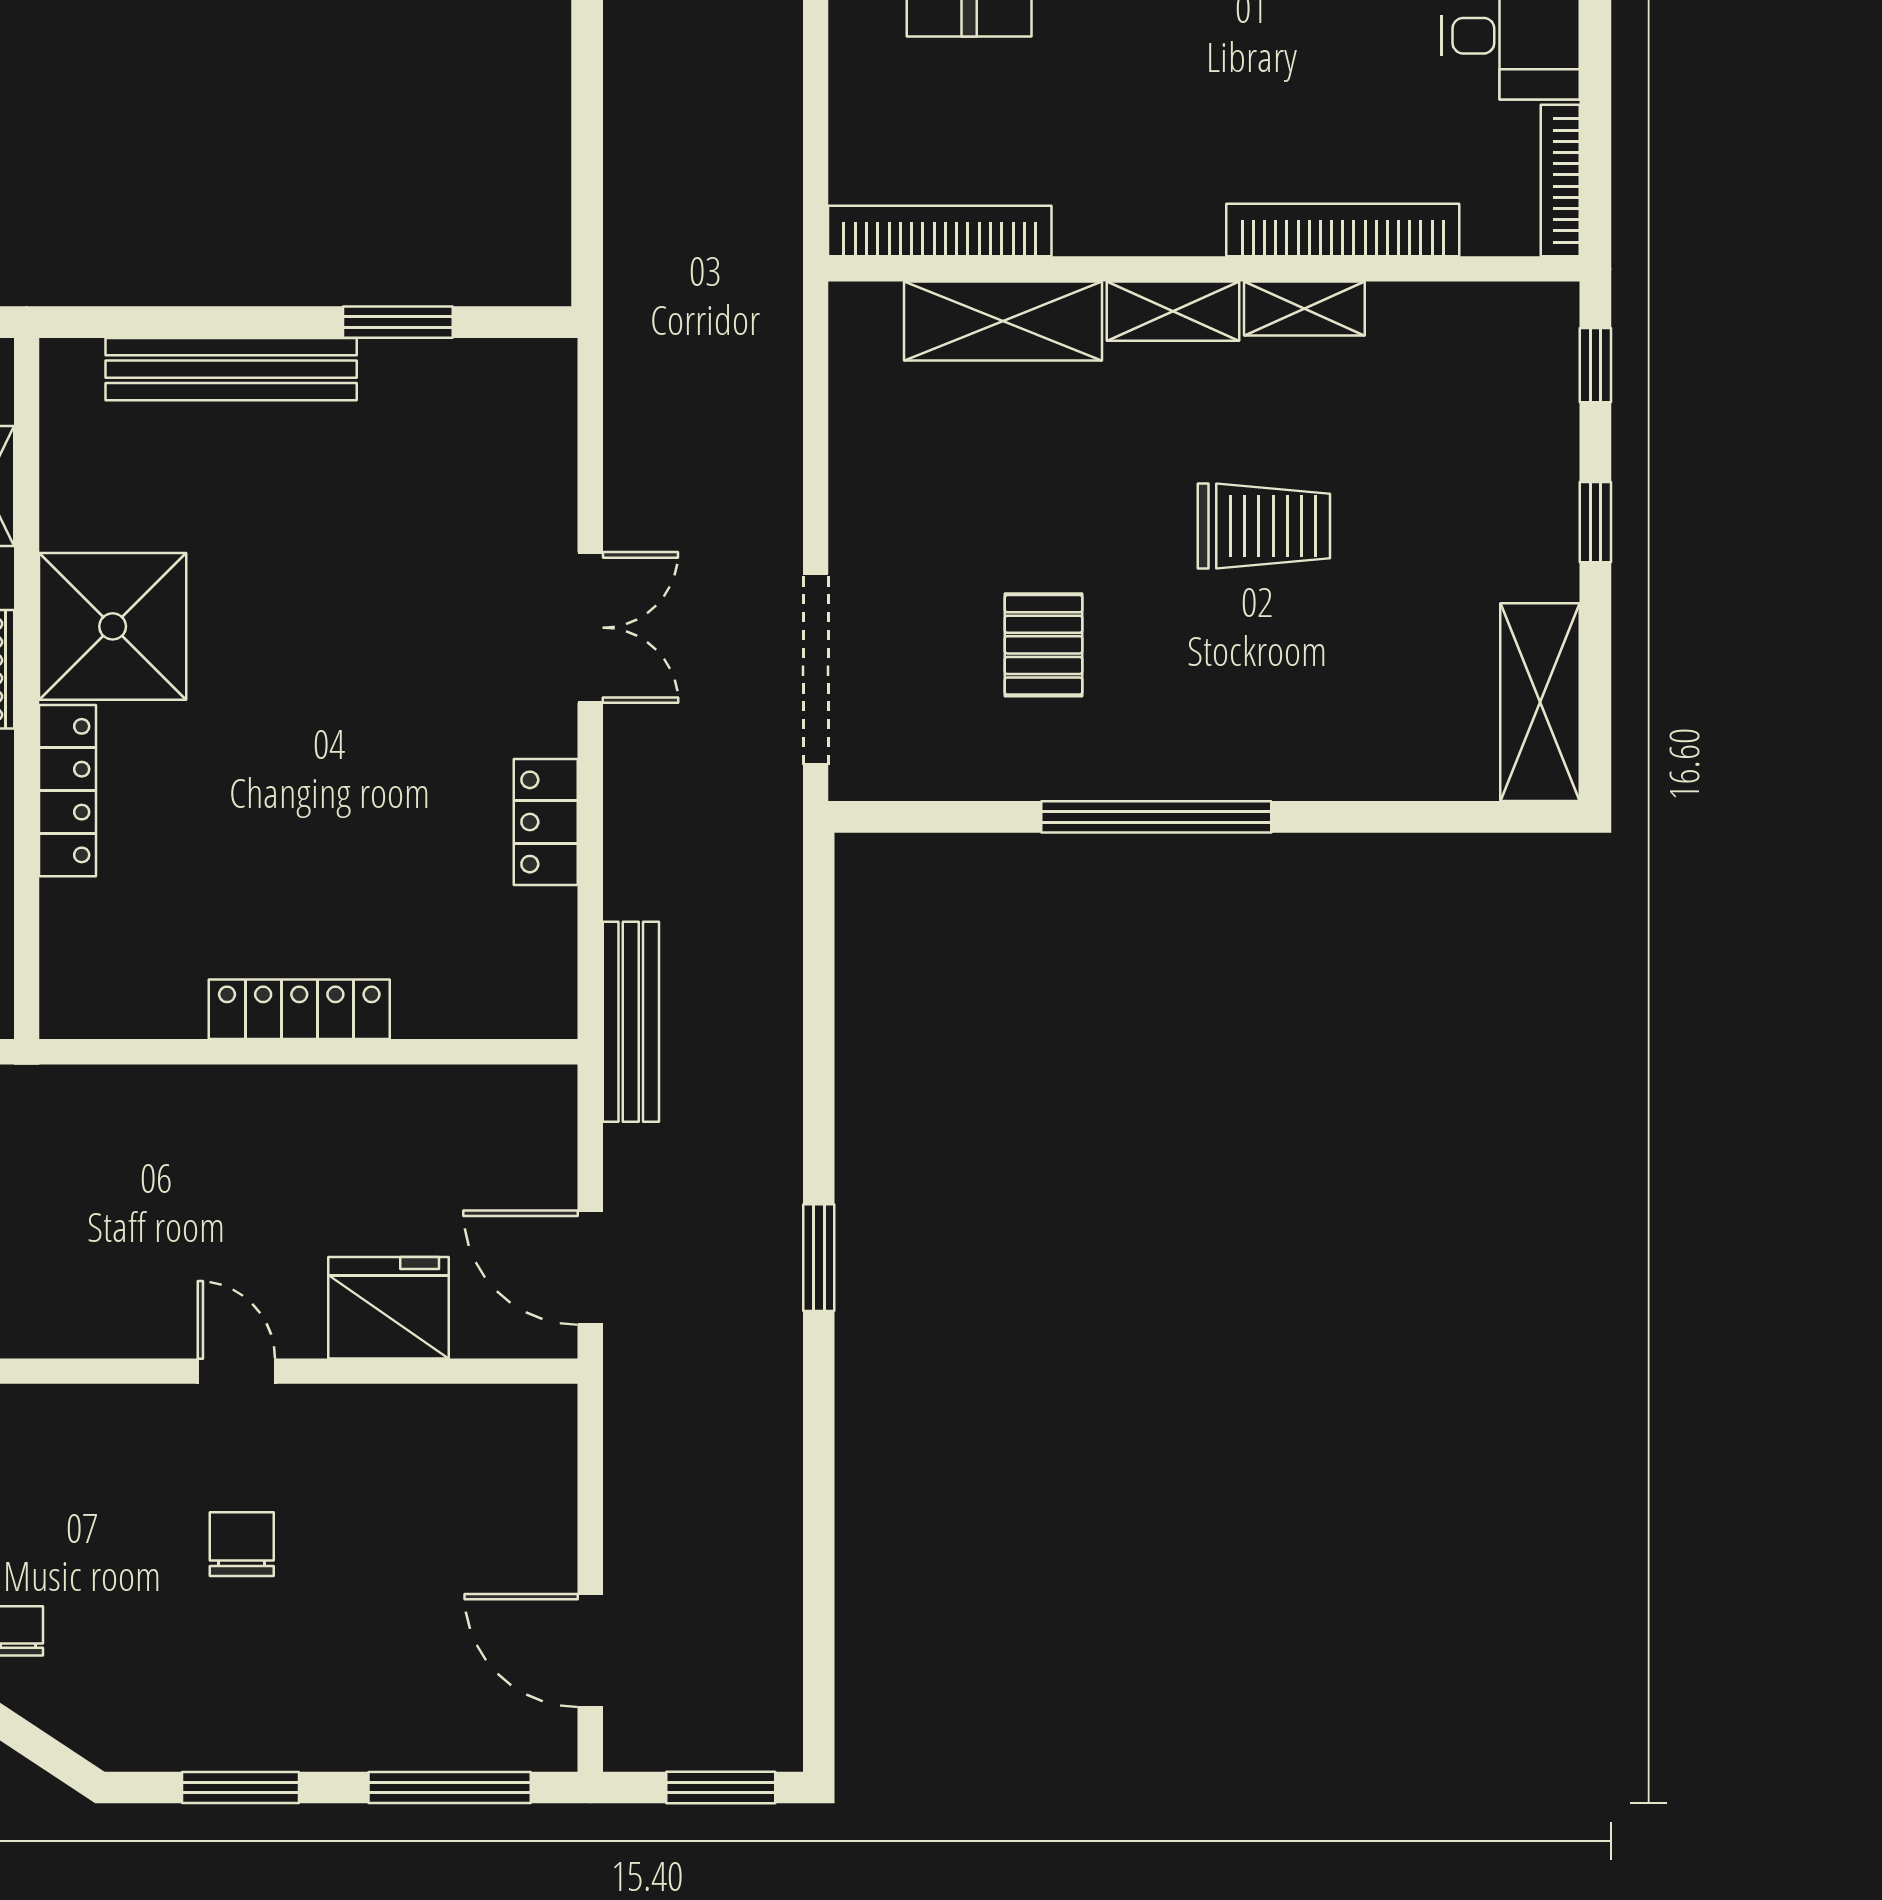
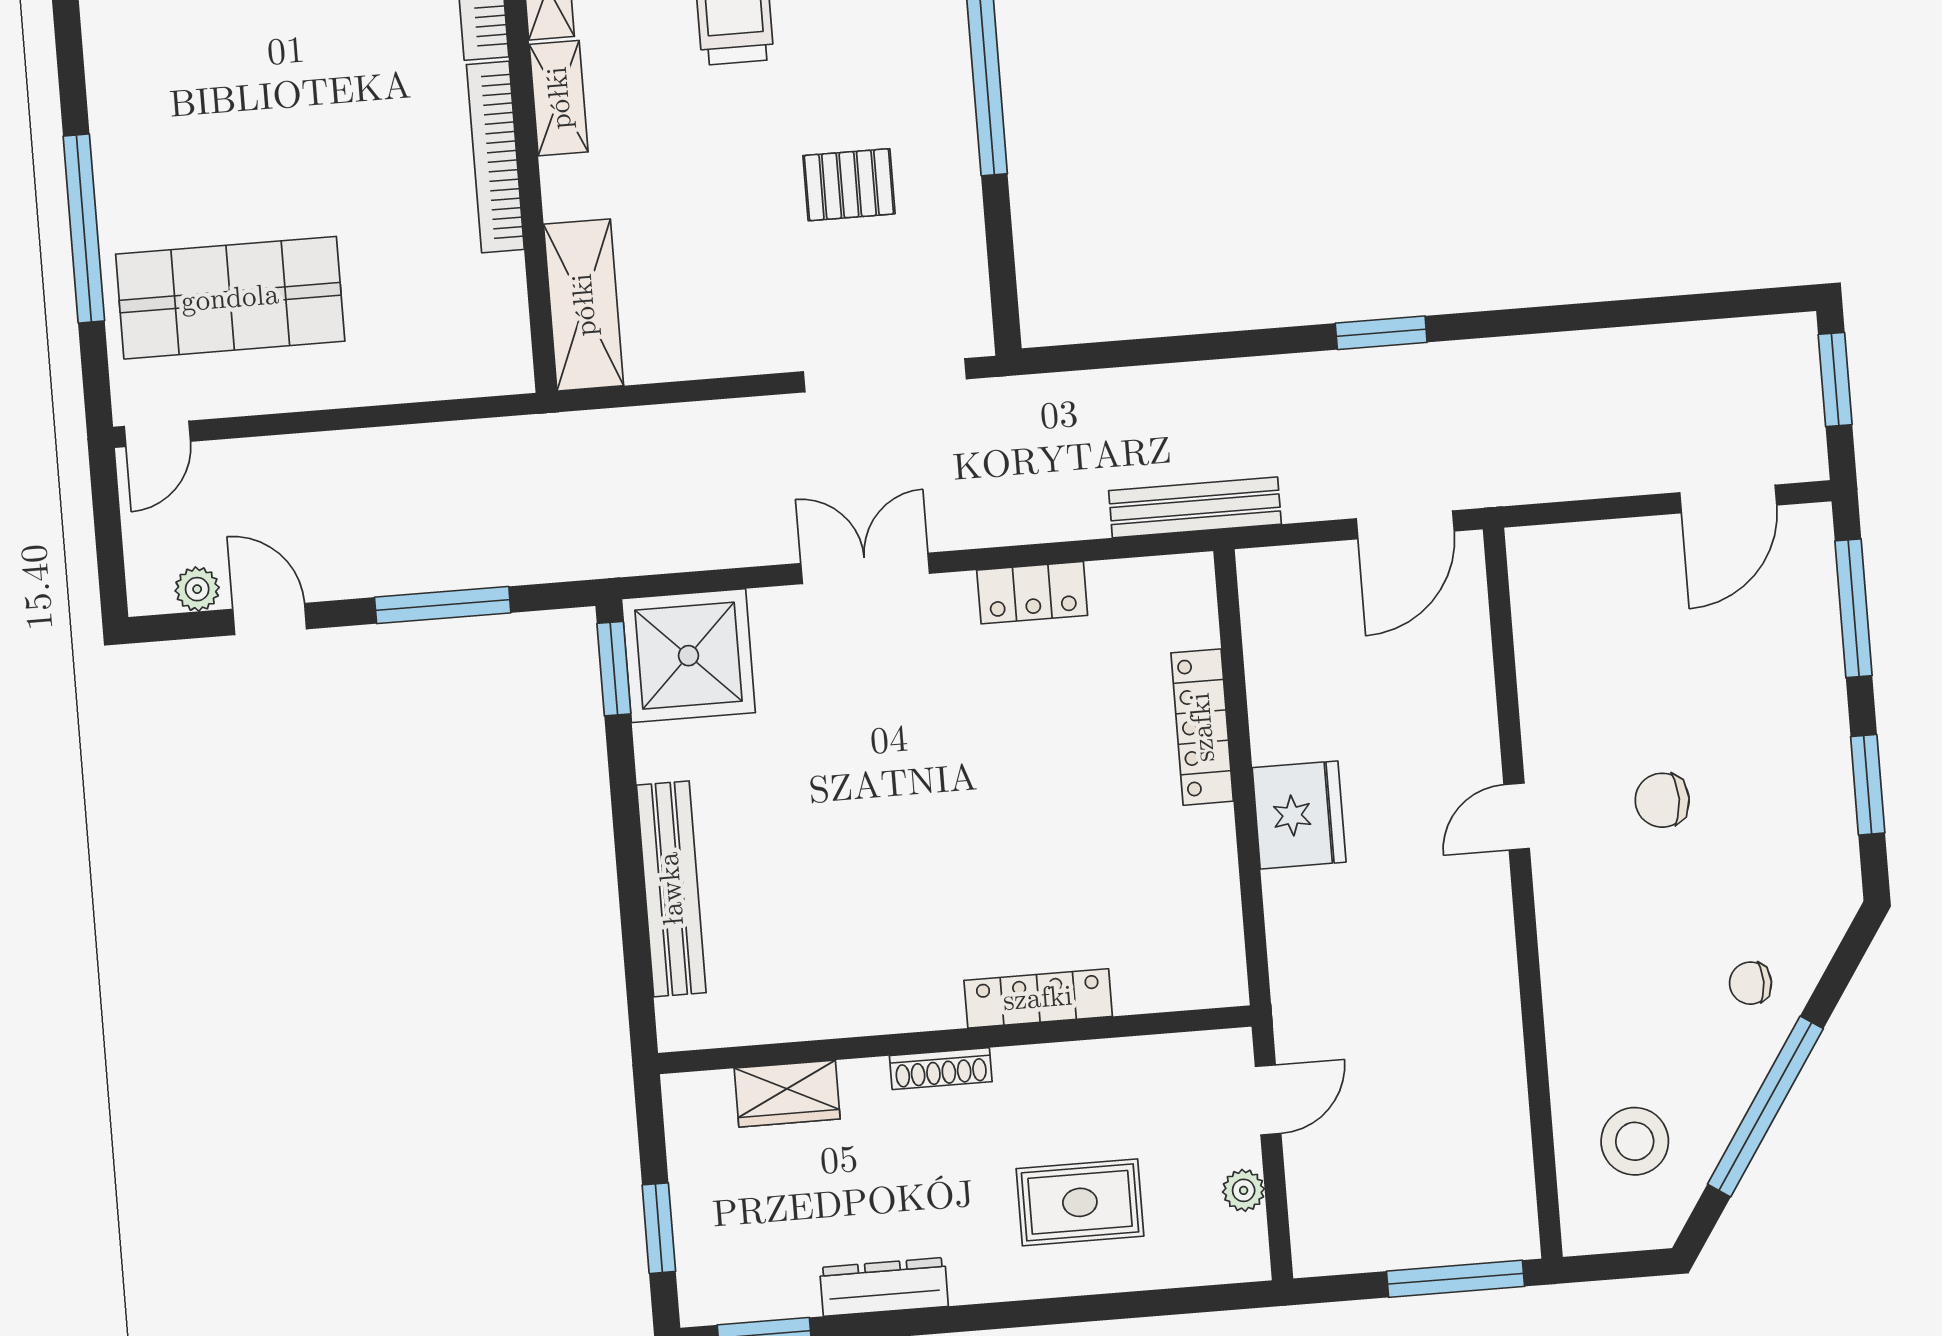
window: (587, 127) -> (443, 605), added
bookcase: (940, 231) -> (495, 157), moved
shelving: (1003, 321) -> (584, 305), moved
window: (398, 322) -> (614, 669), moved
shower: (113, 626) -> (688, 656), moved
locker: (299, 1009) -> (1202, 727), moved
fridge: (388, 1308) -> (1299, 815), moved, turned 180

